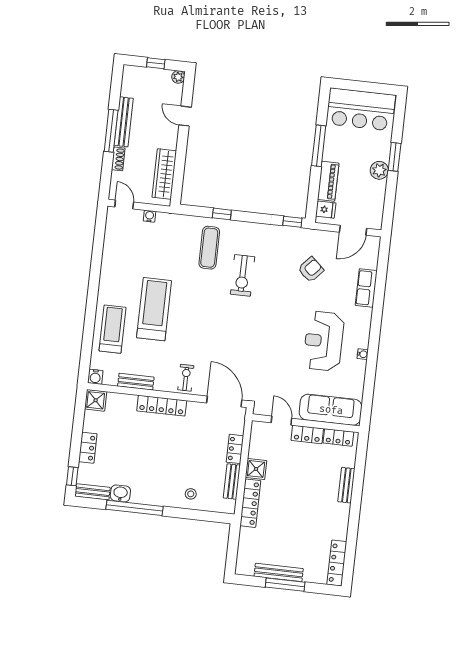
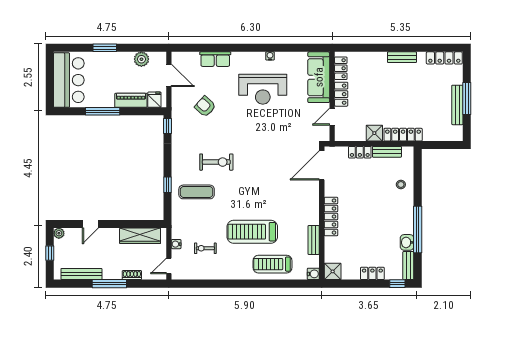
bench: (124, 122) -> (81, 274), moved
plant: (379, 170) -> (141, 59), moved
exercise bike: (186, 378) -> (205, 248), moved
bench: (346, 485) -> (402, 57), moved

